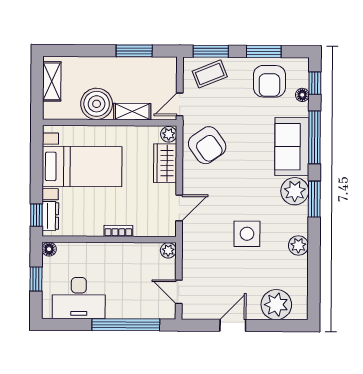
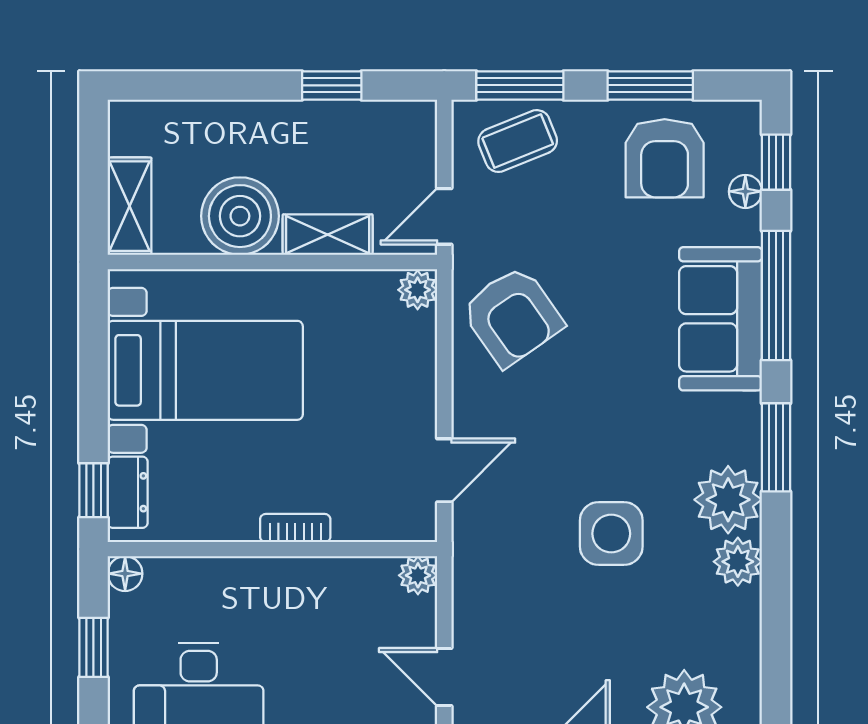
window: (134, 51) -> (332, 85), width x0.67
shelving: (52, 81) -> (130, 206), moved
wardrobe: (165, 163) -> (409, 361), removed
plant: (295, 191) -> (728, 500), moved

